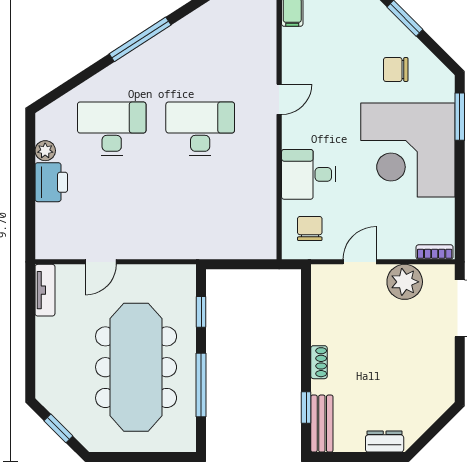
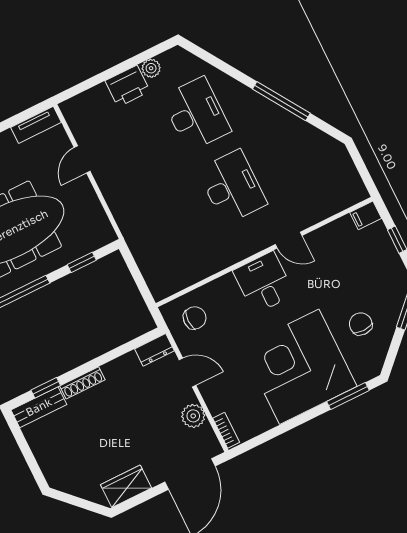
desk: (309, 174) -> (264, 283), moved
door: (101, 262) -> (82, 159), hinge flipped
plant: (405, 282) -> (193, 416), width x0.73, depth x0.73
shoe rack: (319, 362) -> (82, 383), width x1.43
wardrobe: (441, 377) -> (126, 486), added
dresser: (385, 442) -> (154, 350), moved, turned 90

